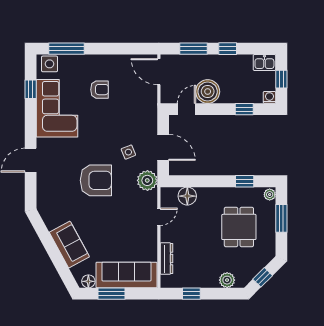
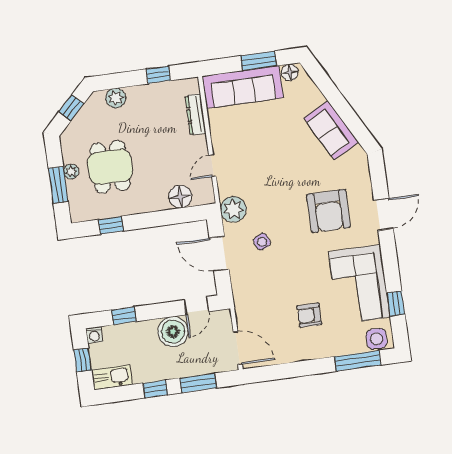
kitchen sink: (264, 63) -> (112, 377), width x1.38
armchair: (96, 180) -> (329, 211), moved, turned -90
plant: (270, 195) -> (71, 171), moved
sofa: (69, 245) -> (331, 130), moved

